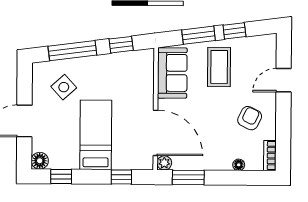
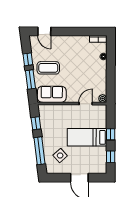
door: (284, 80) -> (44, 31), moved
armchair: (250, 118) -> (77, 50), removed
door: (155, 133) -> (86, 104), width x0.53
floor lamp: (40, 161) -> (102, 169), removed
window: (121, 177) -> (111, 134), moved
window: (188, 177) -> (111, 85), removed

